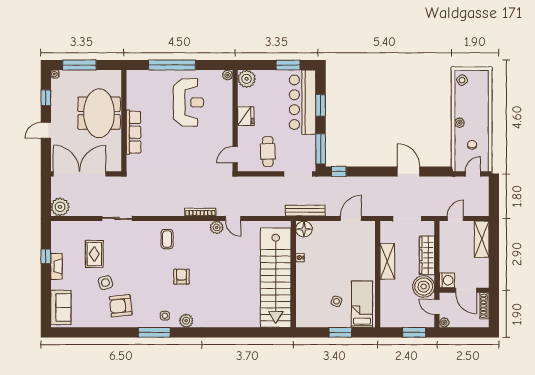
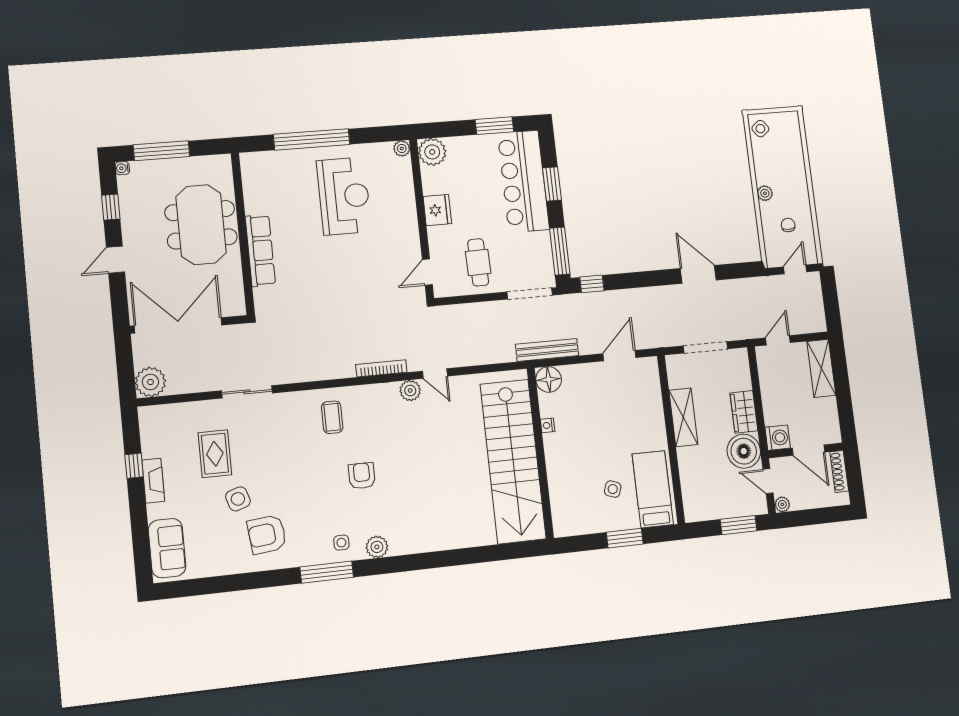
wardrobe: (427, 255) -> (744, 412), width x0.67

